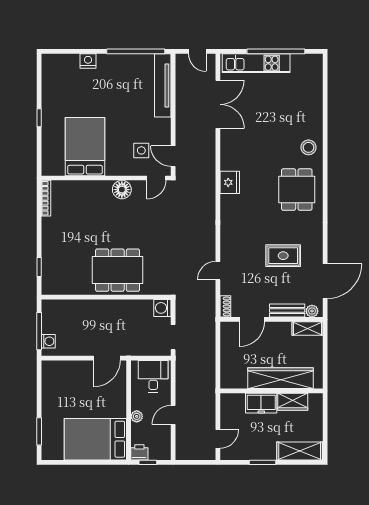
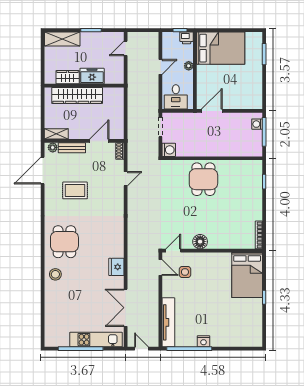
nightstand: (88, 61) -> (204, 341), moved
bed: (85, 147) -> (247, 275), moved
fridge: (230, 182) -> (116, 267), moved
dining table: (118, 270) -> (203, 179), width x0.73

